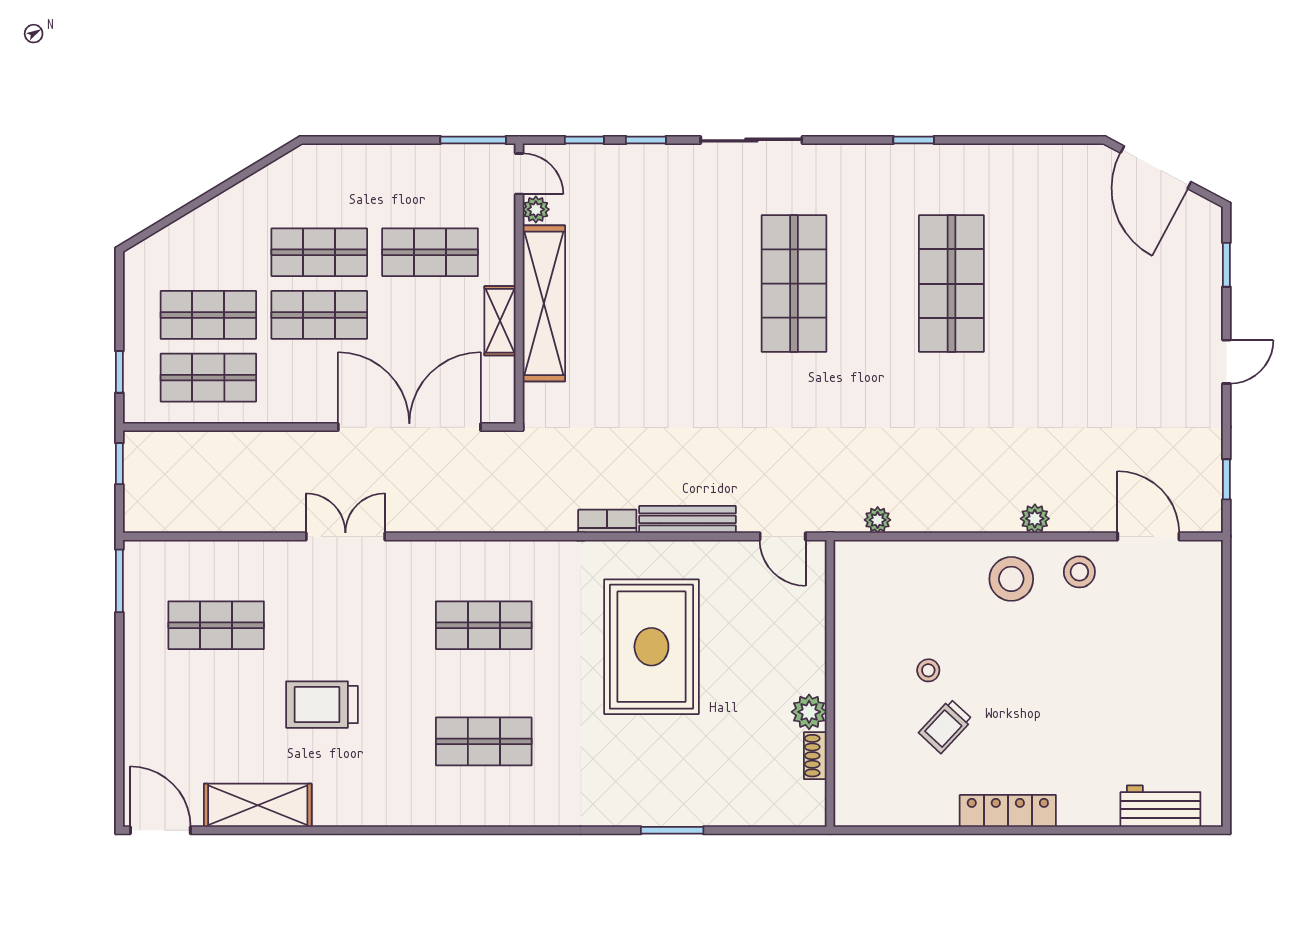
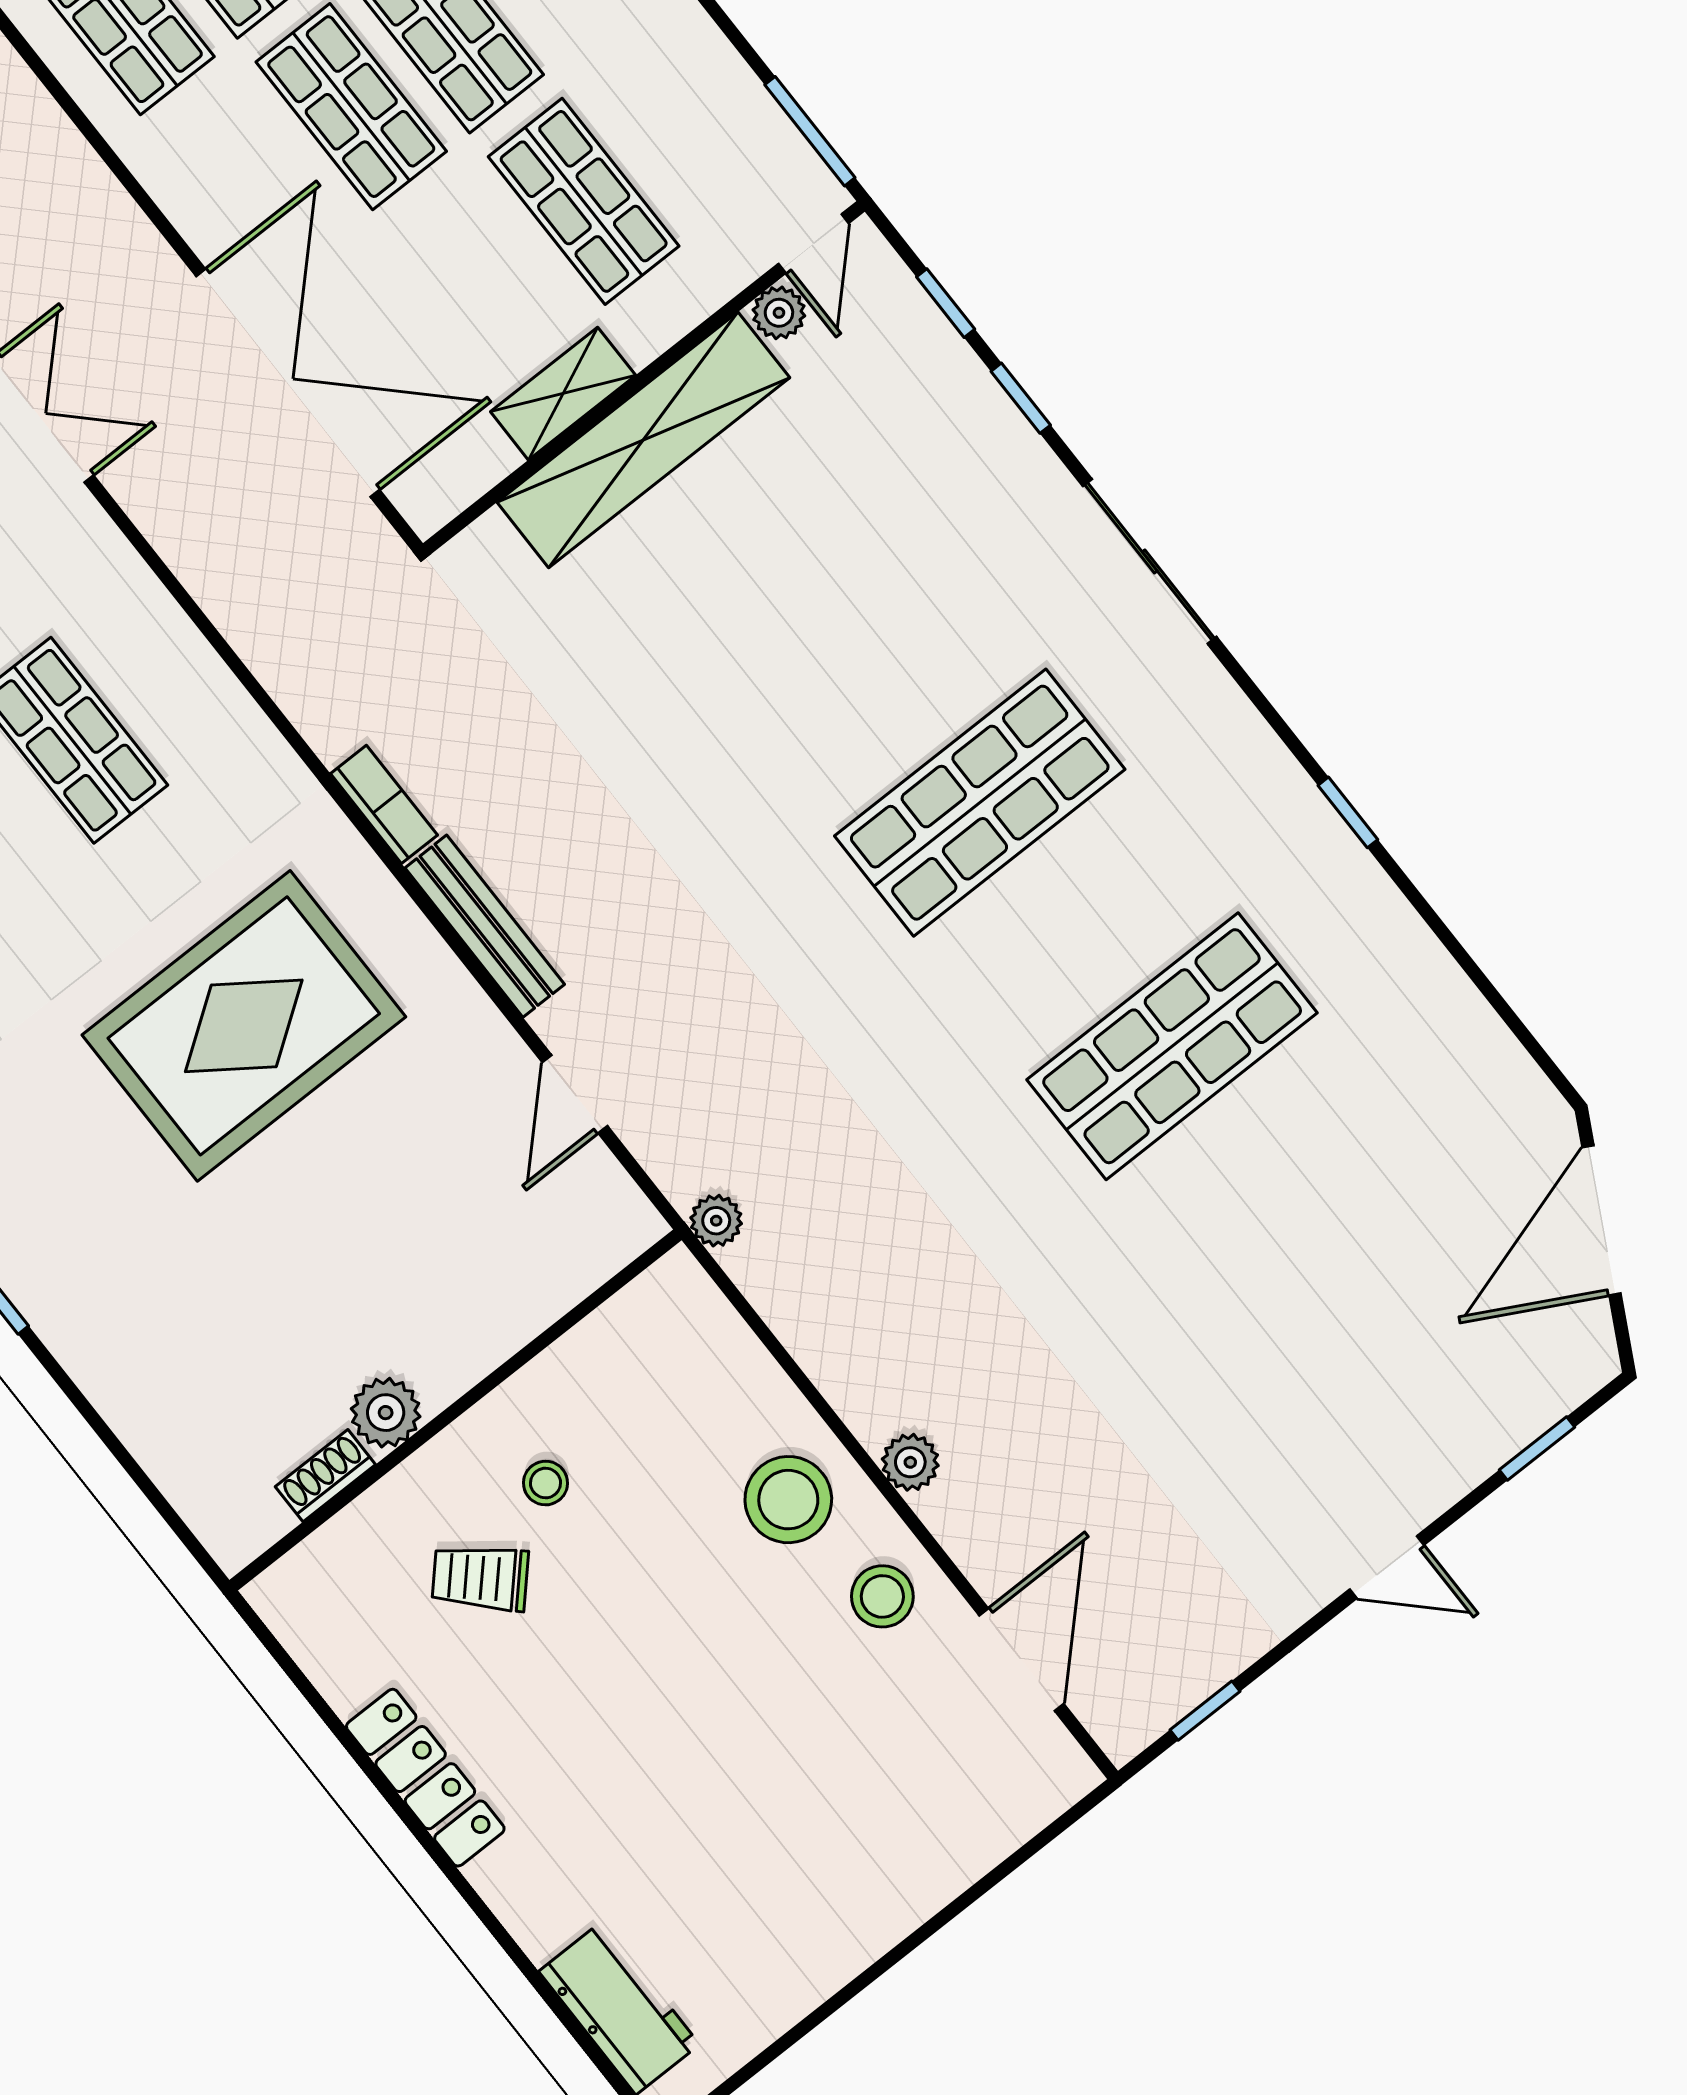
wall: (830, 683) -> (455, 1410), moved
plant: (809, 712) -> (386, 1413), moved
shoe rack: (815, 756) -> (325, 1476), moved

